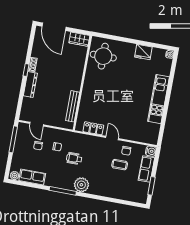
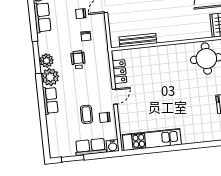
kitchen unit: (159, 99) -> (152, 140), moved
plant: (67, 184) -> (47, 61), added
row of seats: (100, 190) -> (50, 101), added

